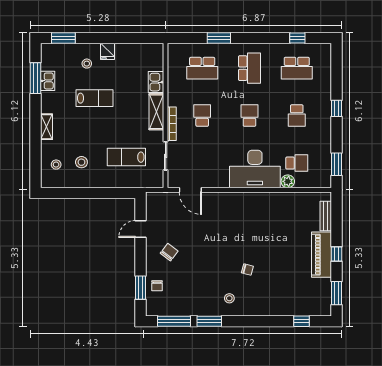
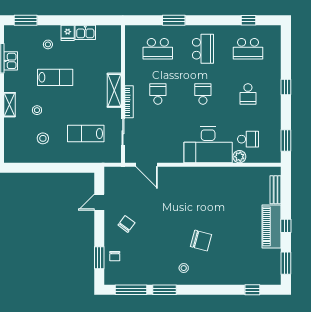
kitchen sink: (156, 82) -> (85, 32), moved, turned -90
stool: (56, 165) -> (37, 110), moved
chair: (247, 269) -> (201, 241), width x1.87, depth x1.87

